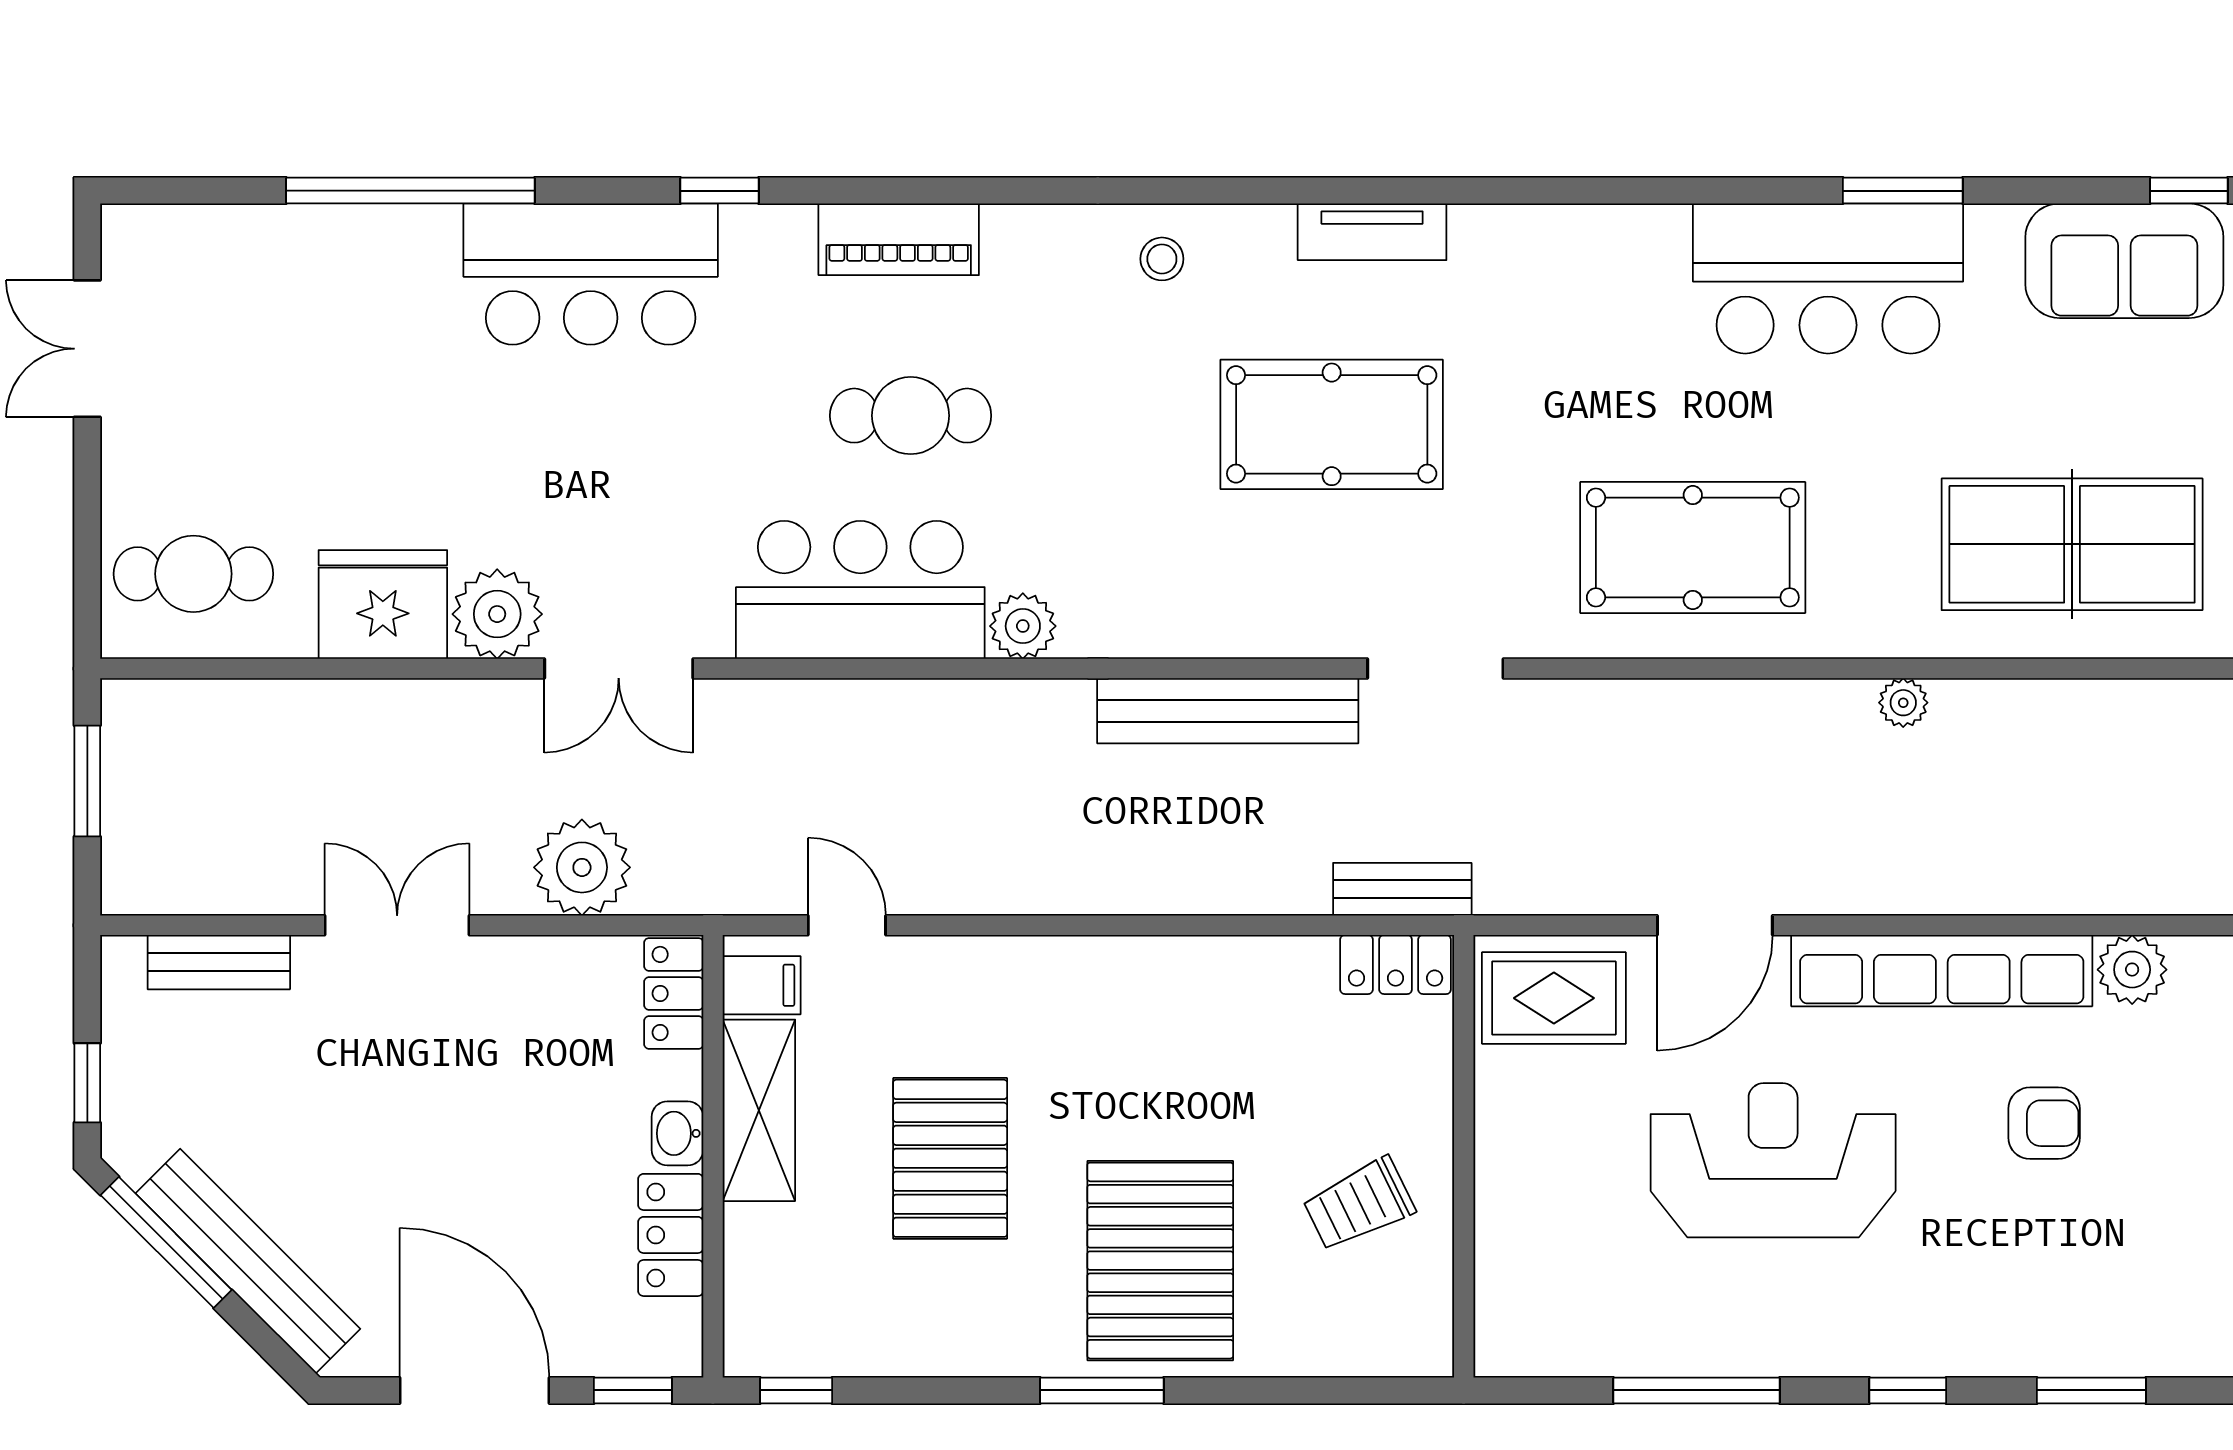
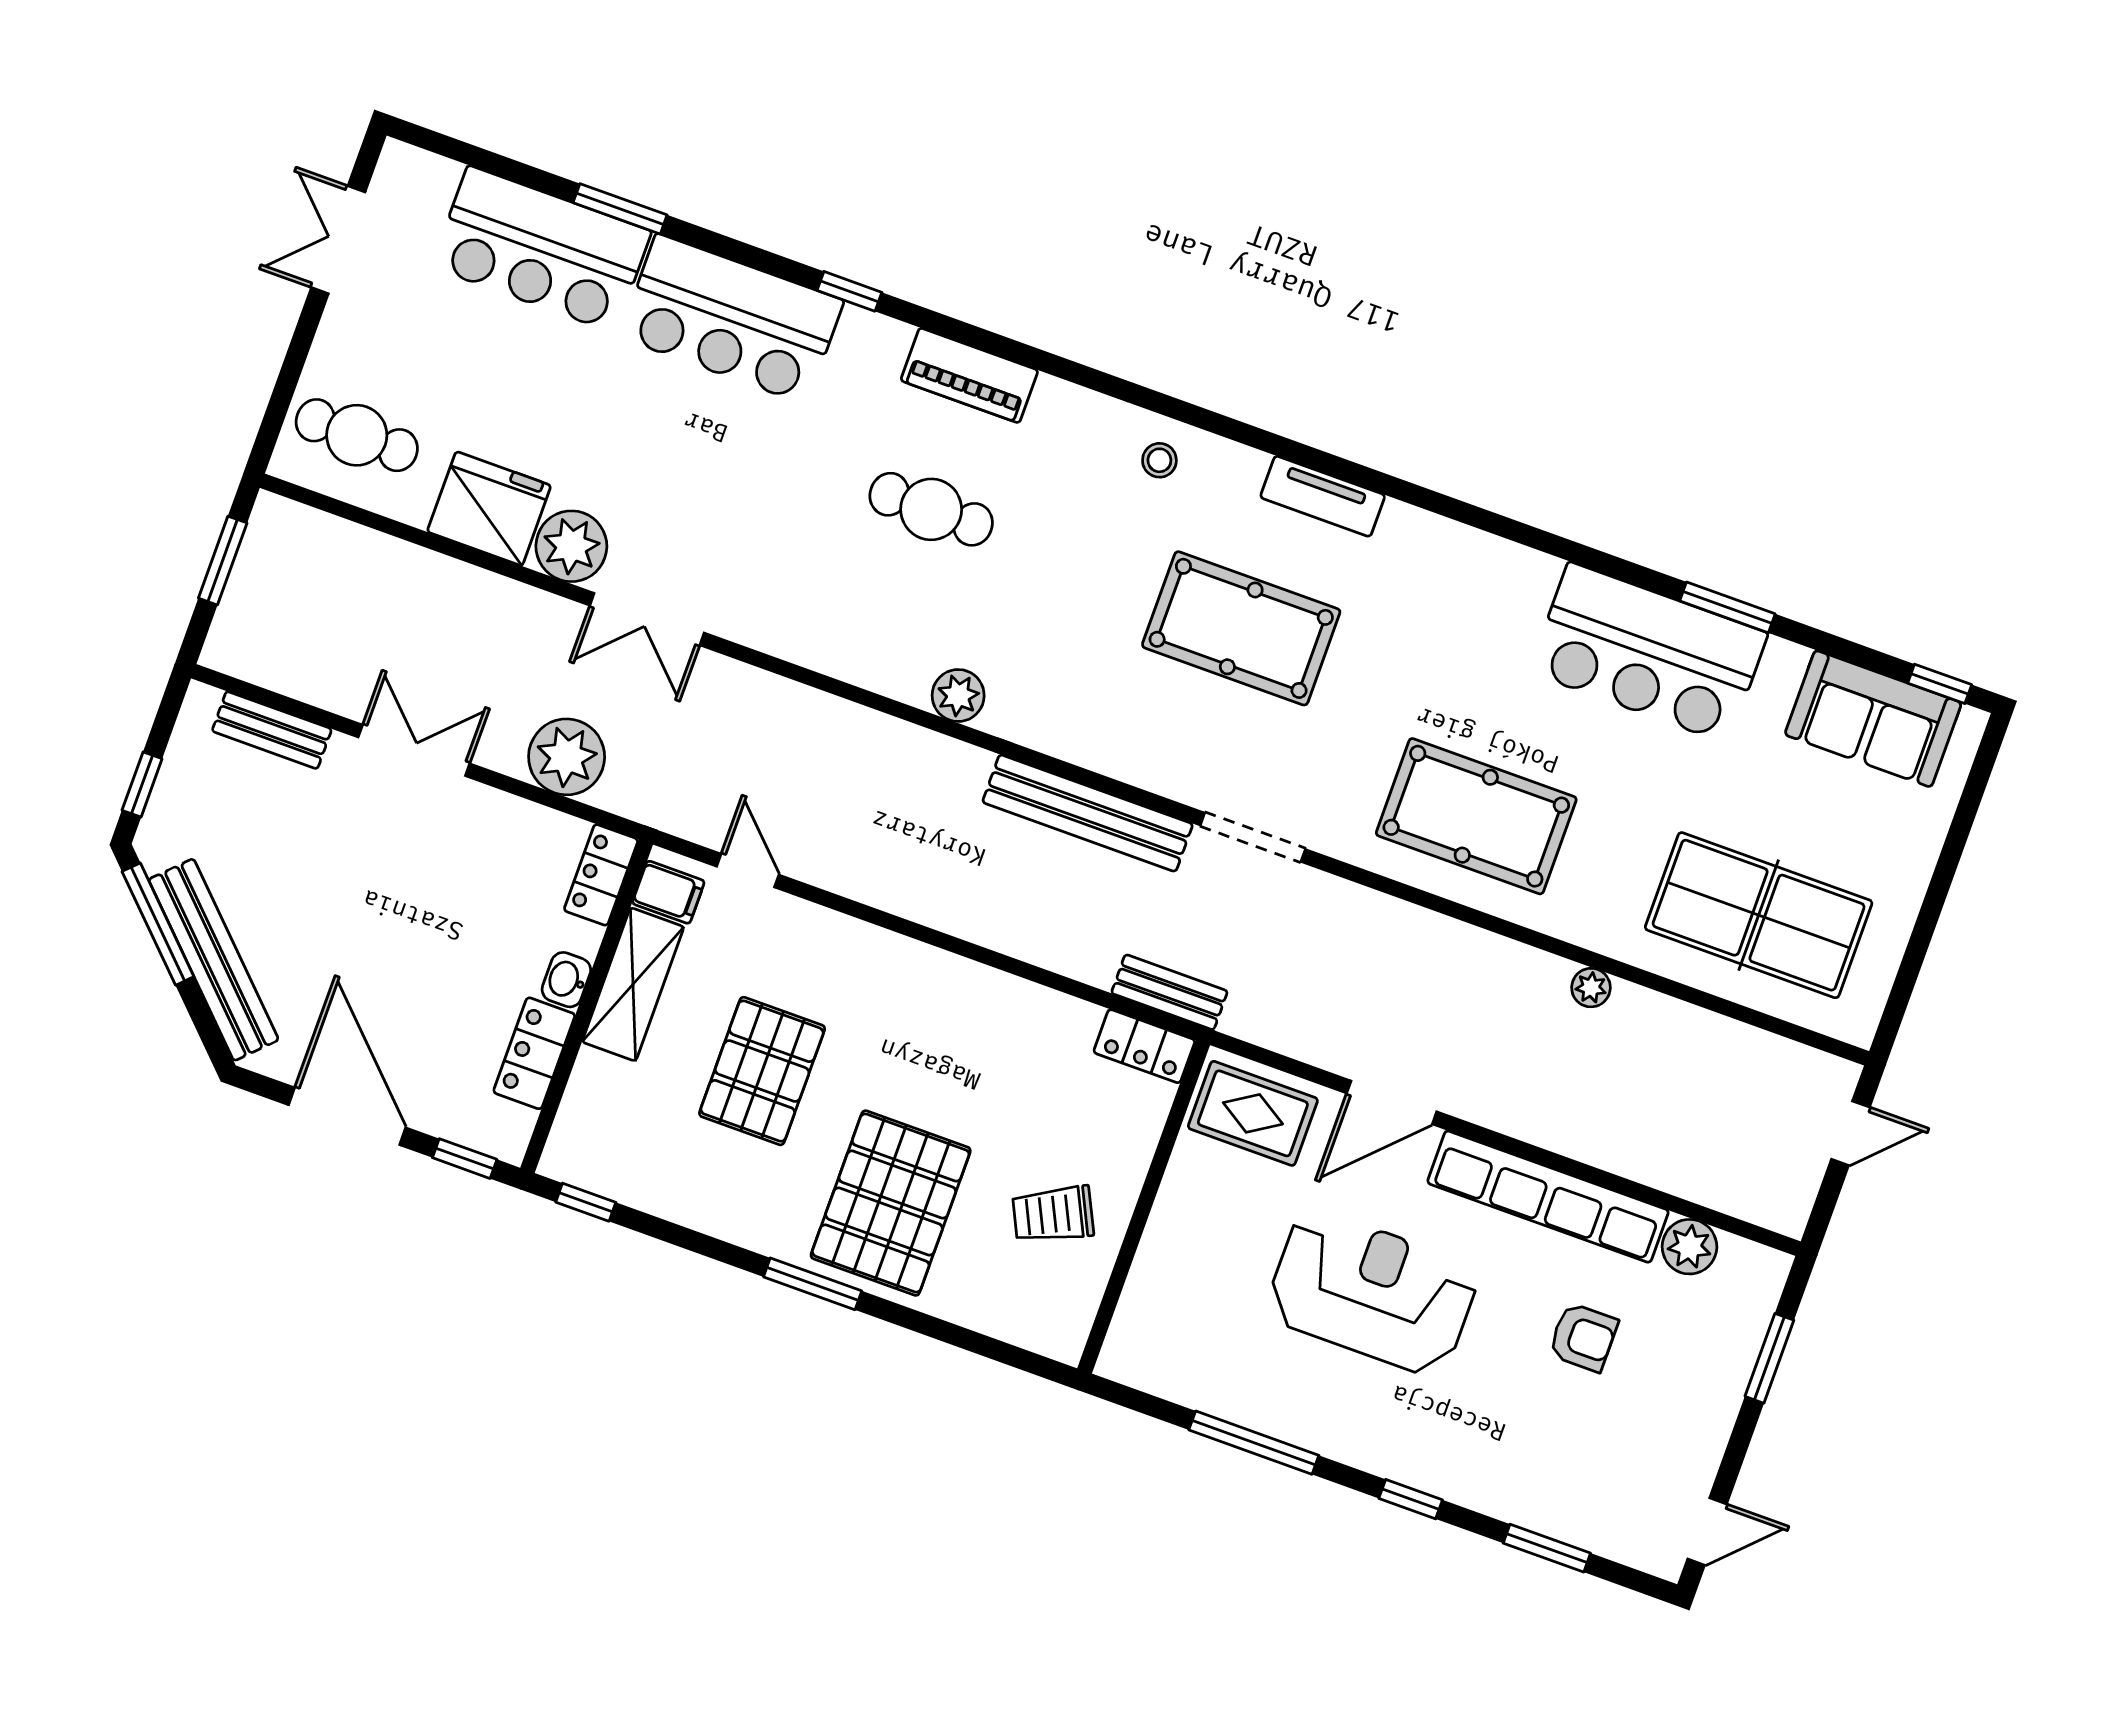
window: (410, 191) -> (620, 209), width x0.47
bar counter: (860, 590) -> (541, 249), moved, turned 180

